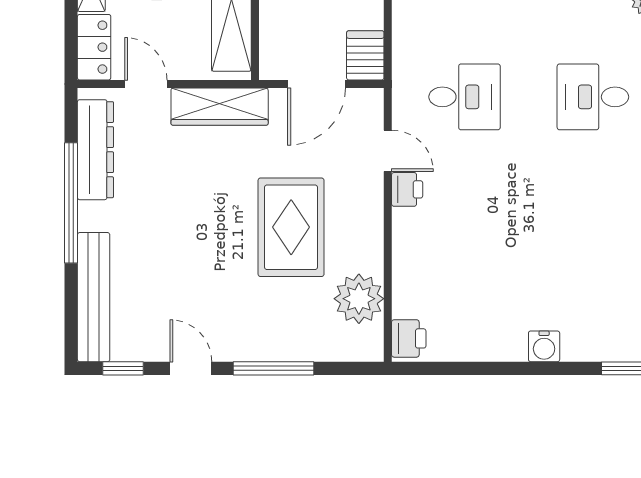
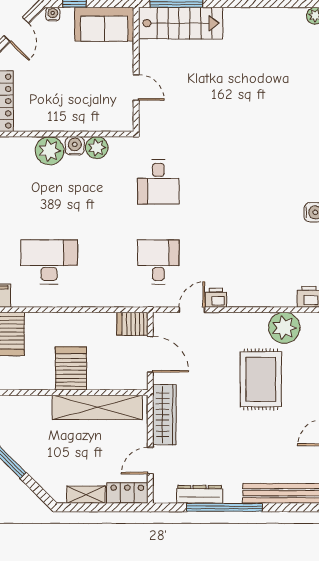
dresser: (95, 150) -> (200, 494), width x0.73, depth x0.80
rug: (291, 227) -> (261, 379), moved, turned 90

